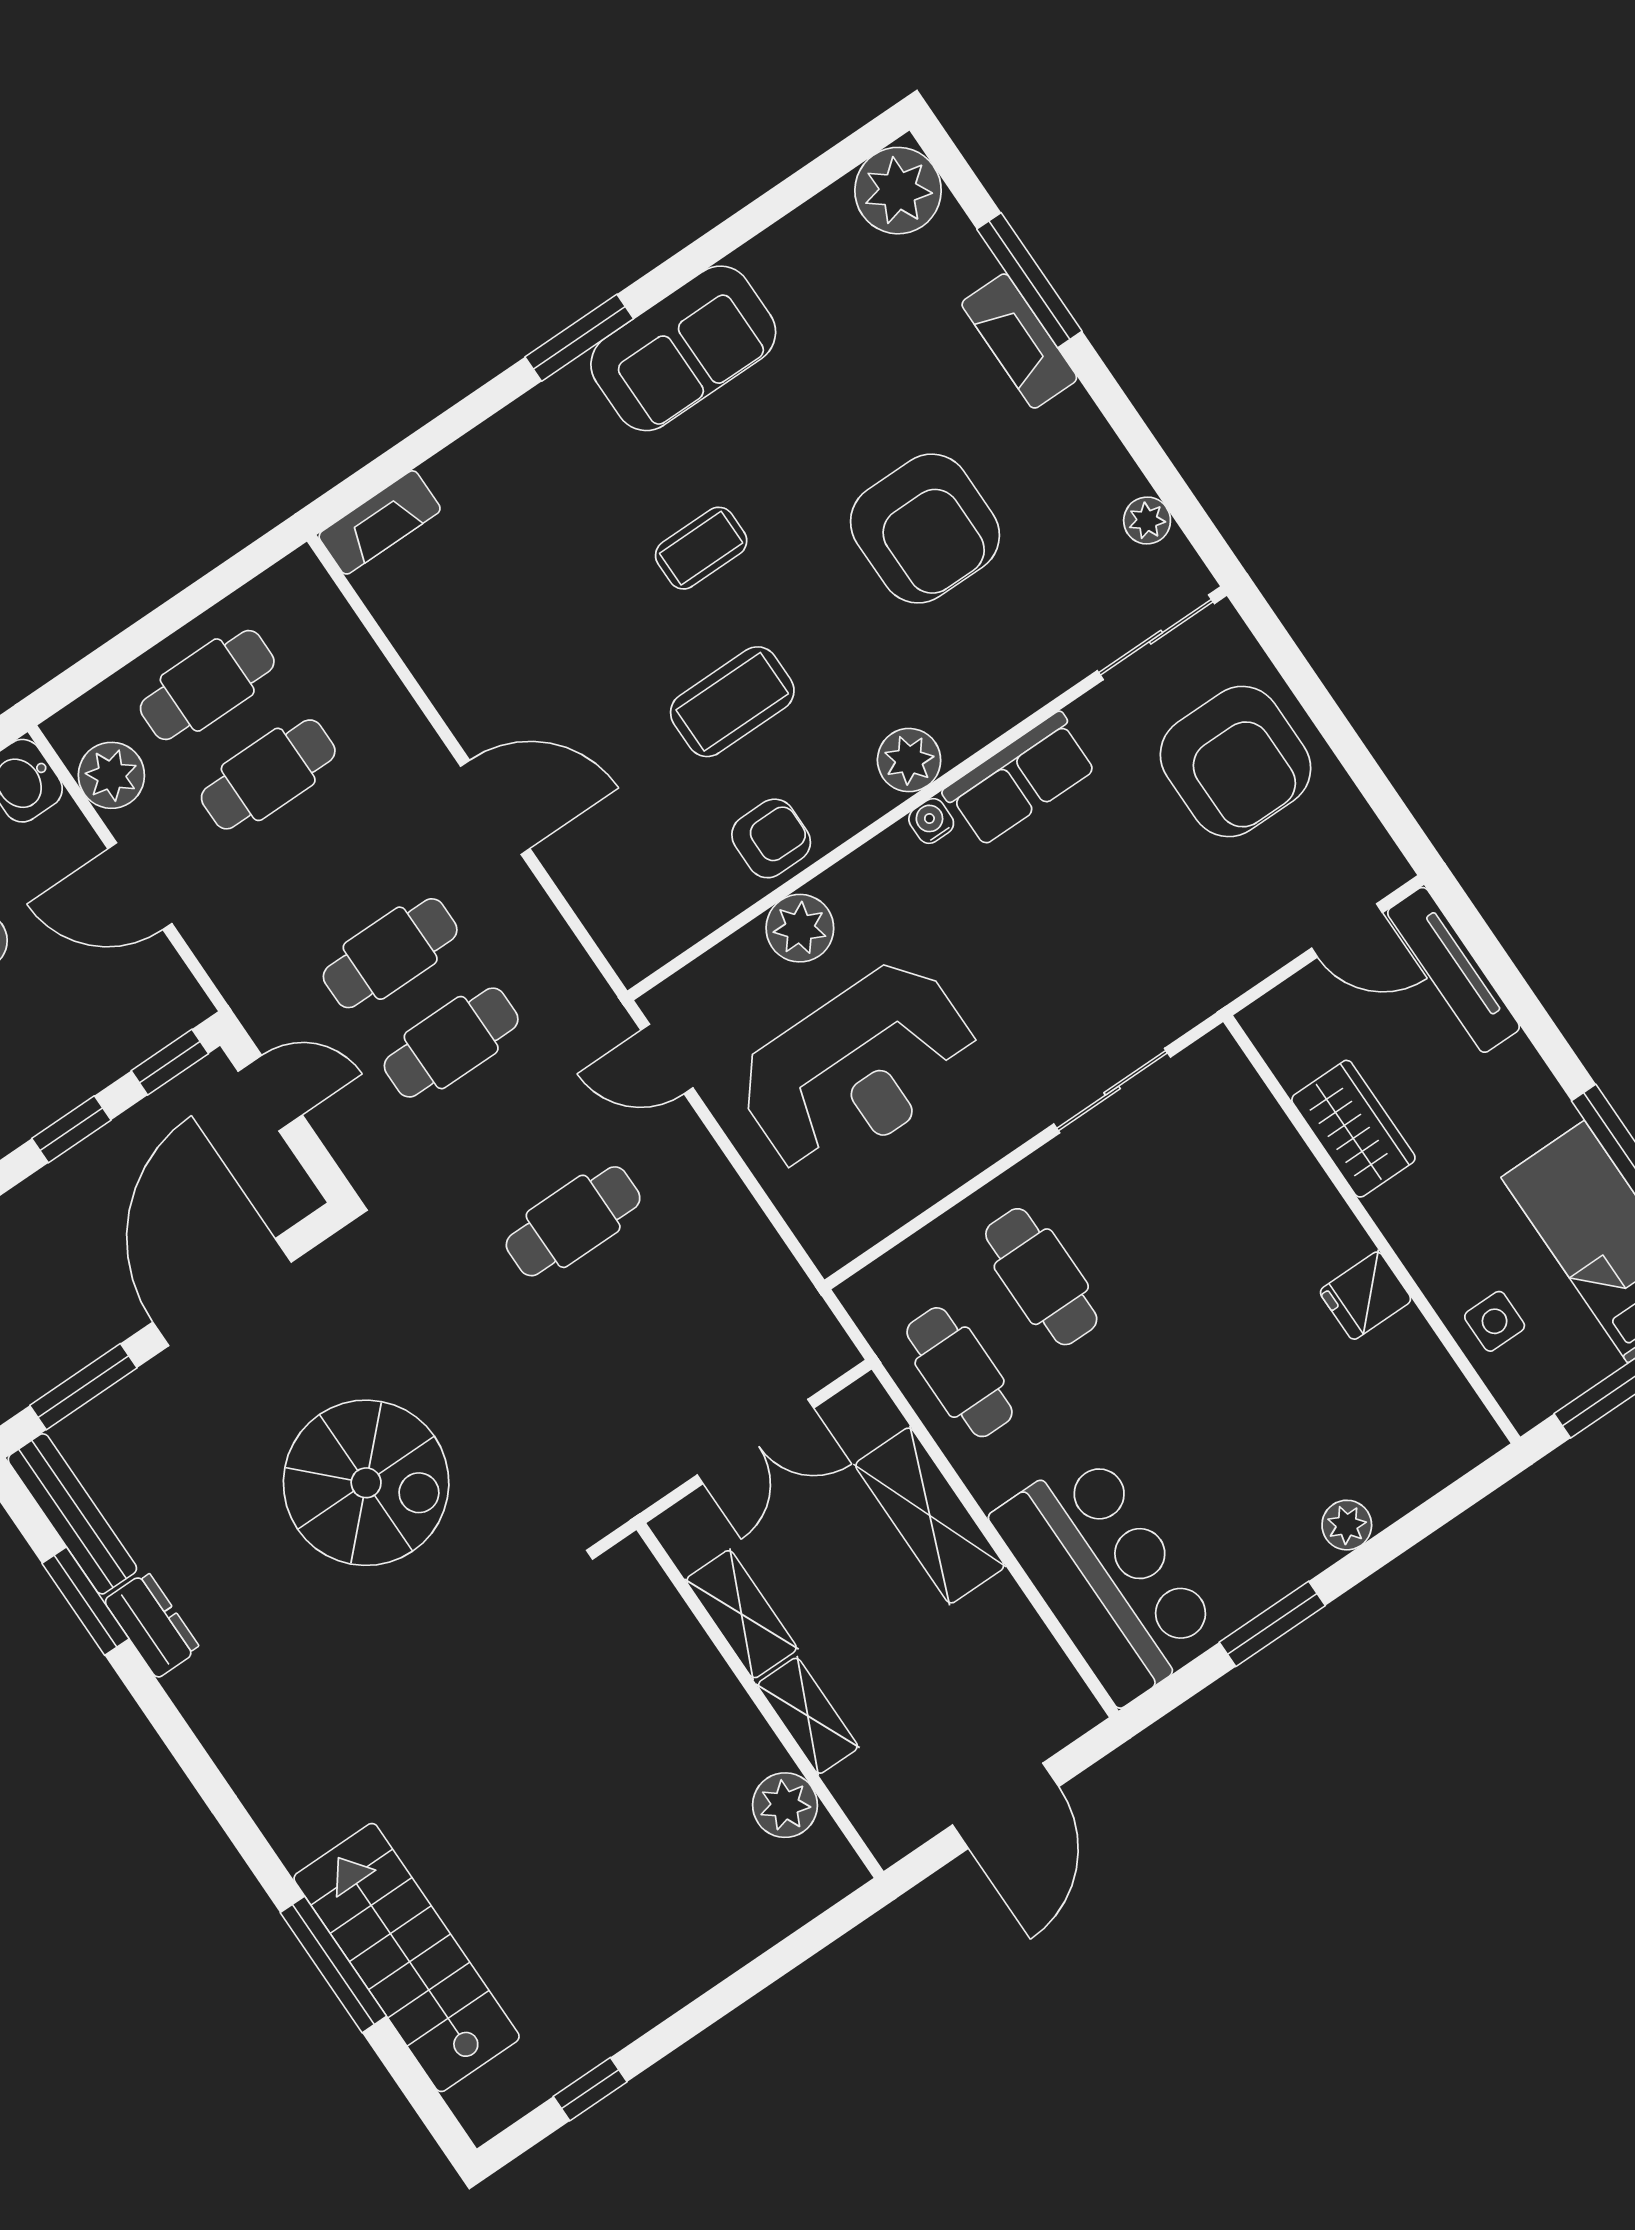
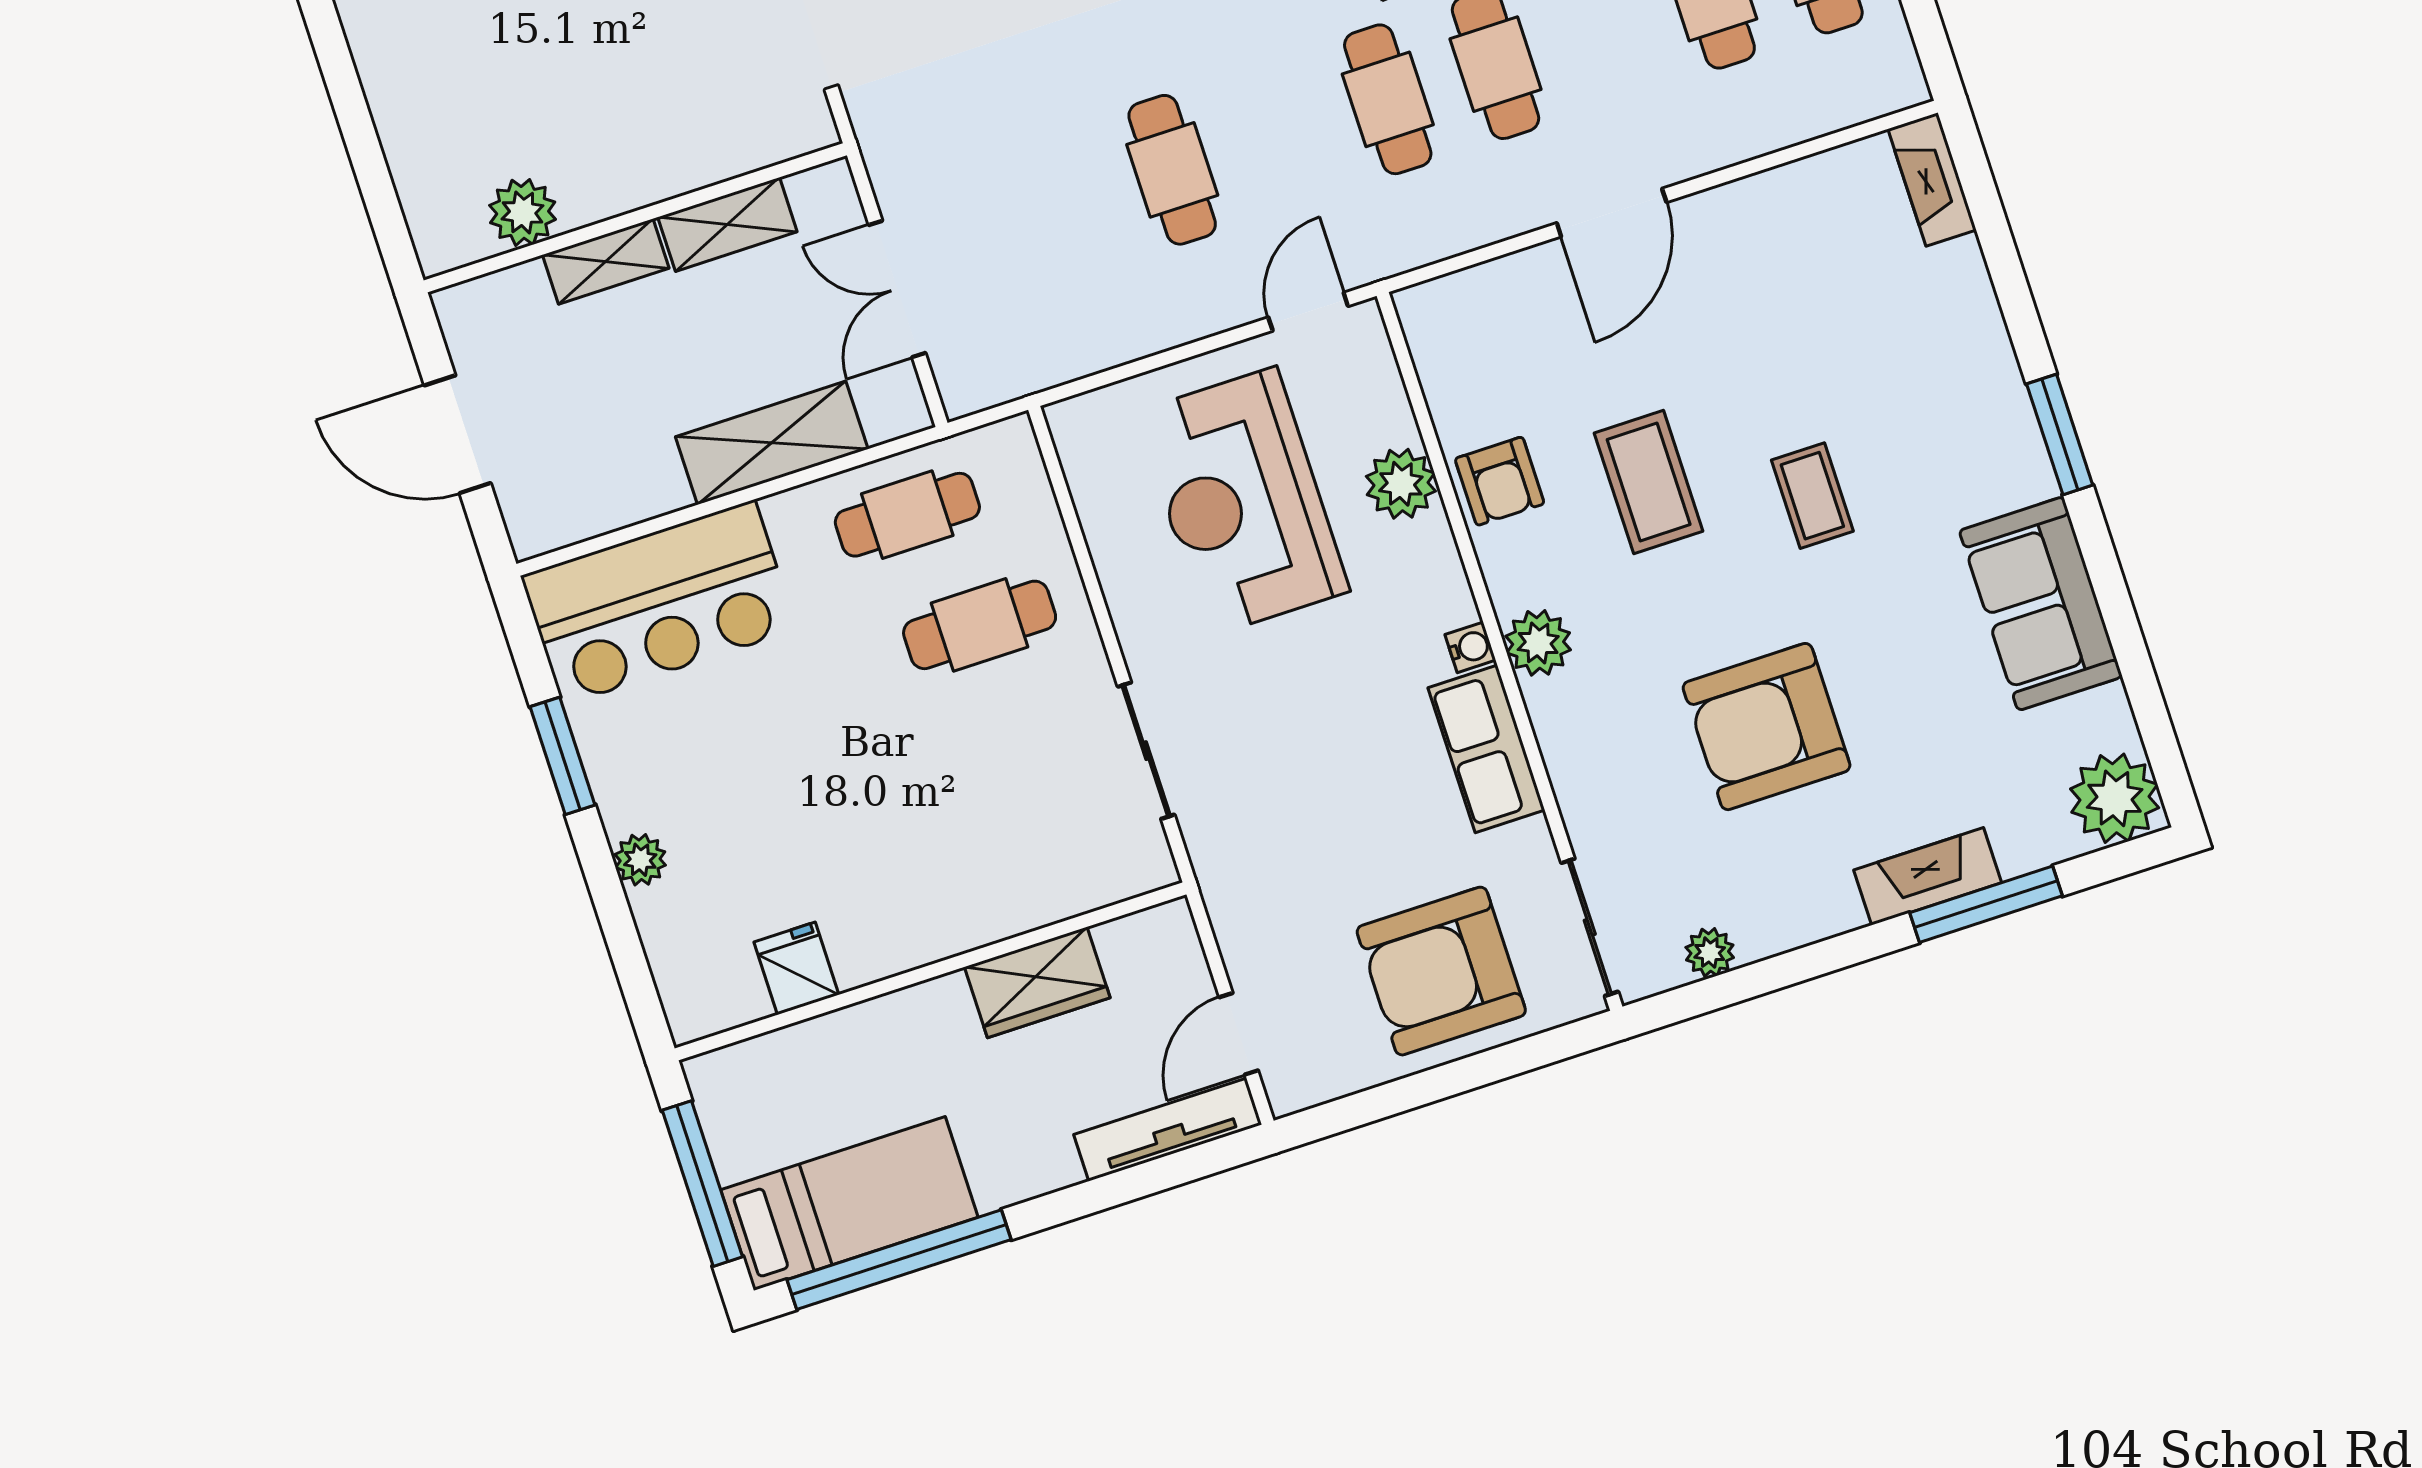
sofa: (683, 348) -> (2041, 604), moved
fridge: (1365, 1296) -> (796, 968), moved
side table: (1495, 1321) -> (802, 1068), removed

